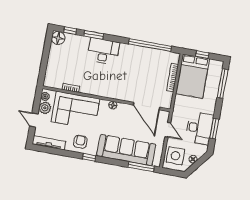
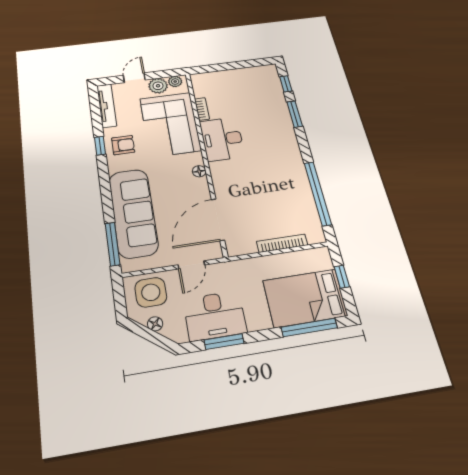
floor lamp: (58, 38) -> (268, 73), removed
desk: (103, 51) -> (222, 139), moved, turned 180
bed: (193, 76) -> (305, 298), moved
window: (89, 157) -> (100, 146), moved

